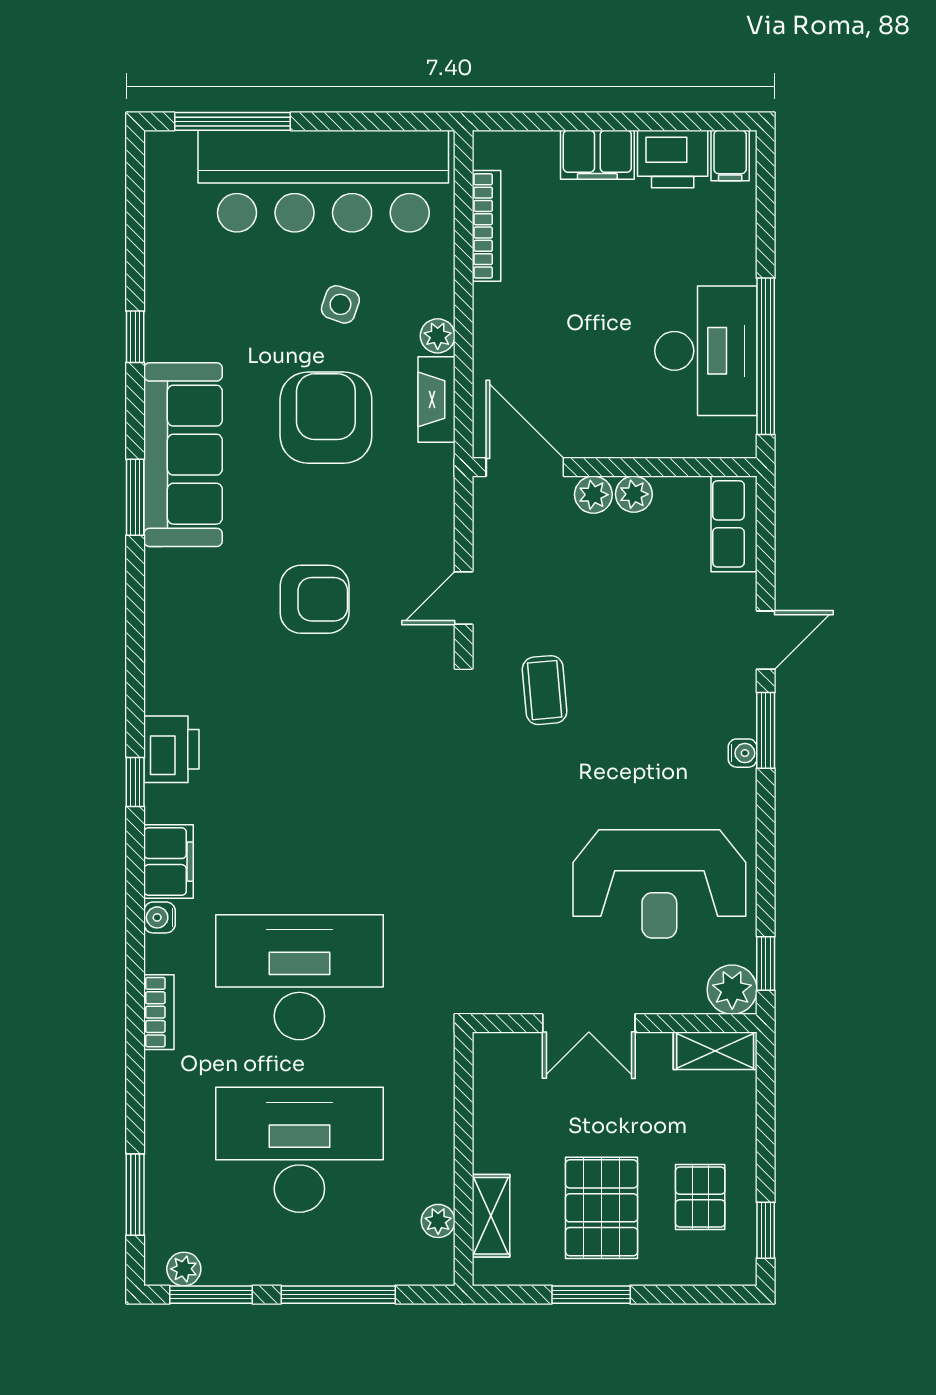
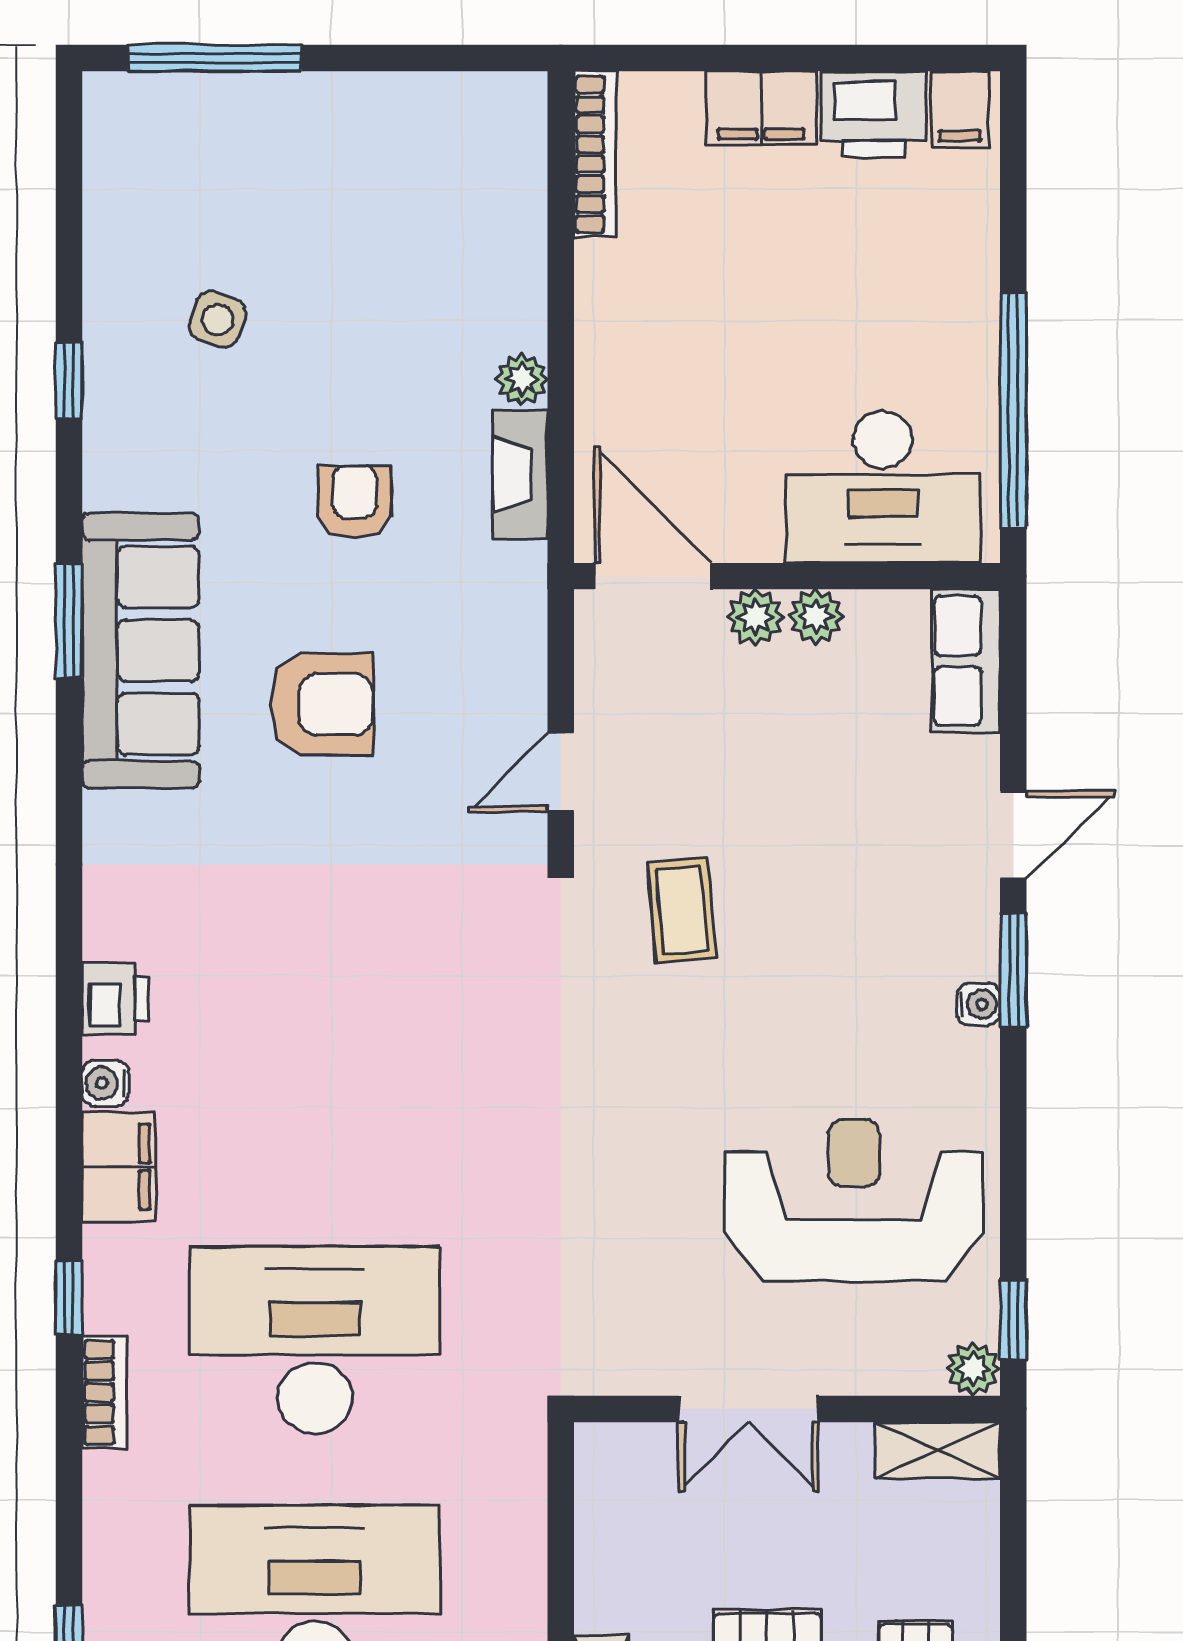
bar counter: (323, 181) -> (351, 148), removed
bookcase: (487, 226) -> (595, 154), moved
side table: (340, 304) -> (218, 319), moved
desk: (706, 351) -> (883, 487), moved, turned 90
armchair: (326, 418) -> (355, 502), width x0.53, depth x0.53
sofa: (183, 455) -> (141, 651), moved
armchair: (315, 599) -> (322, 704), moved
printer: (171, 749) -> (115, 999), width x0.73, depth x0.81
window: (135, 782) -> (69, 1297), moved
reception desk: (659, 884) -> (854, 1200), turned 180
water cooler: (160, 917) -> (105, 1083), moved
plant: (732, 990) -> (973, 1369), width x0.73, depth x0.73

